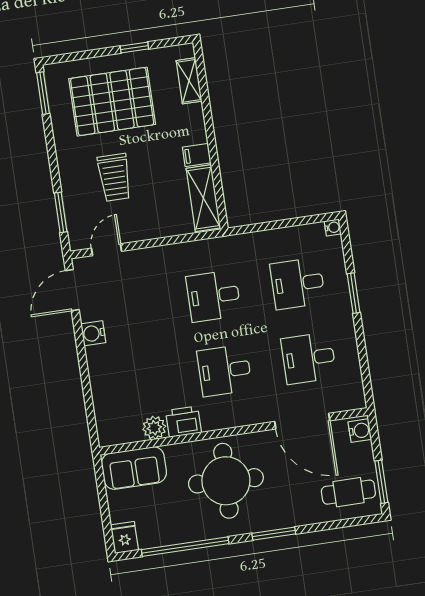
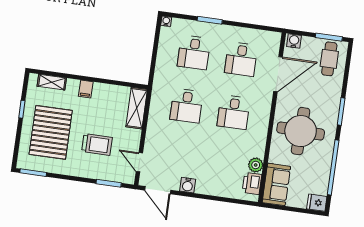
filing cabinet: (197, 155) -> (86, 89), moved
shelving: (203, 198) -> (137, 108), moved, turned 90
printer: (183, 422) -> (252, 183), moved

